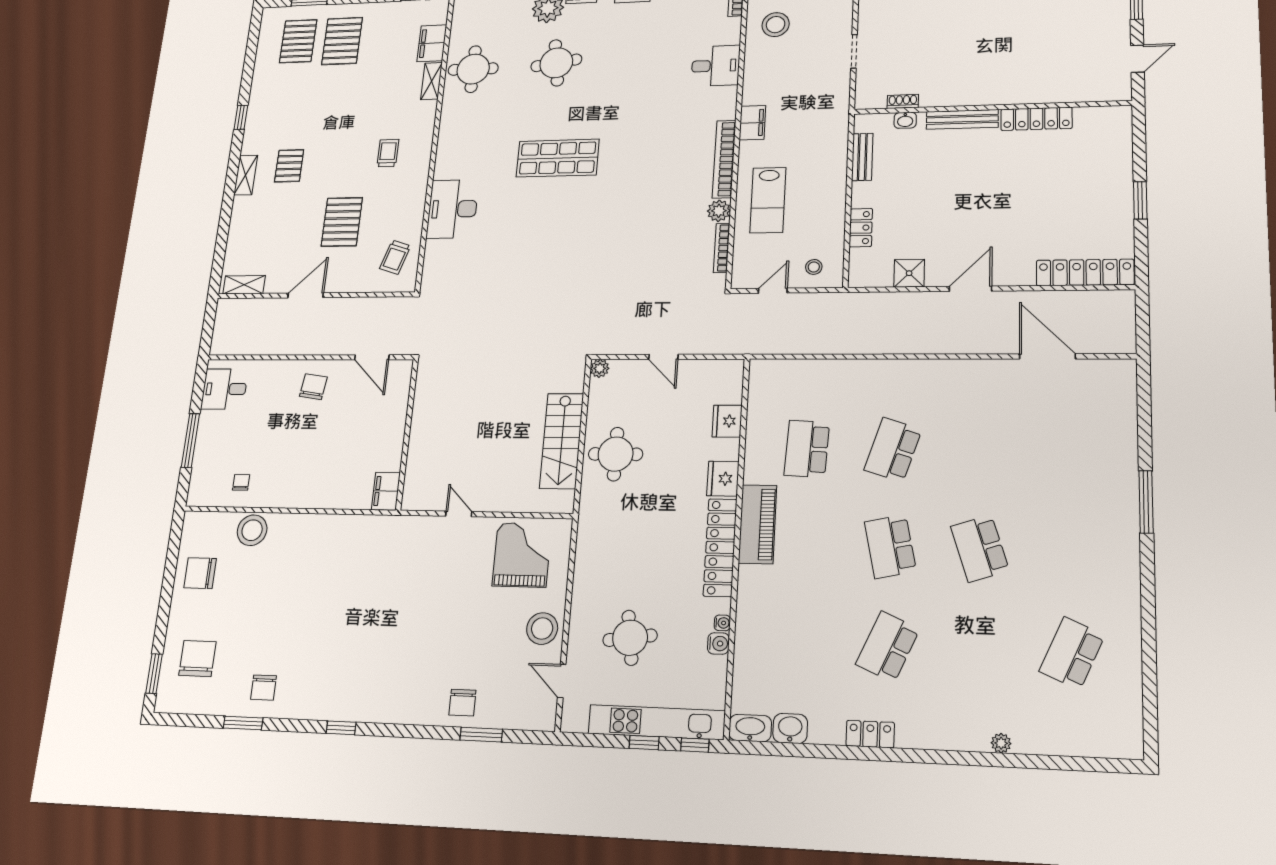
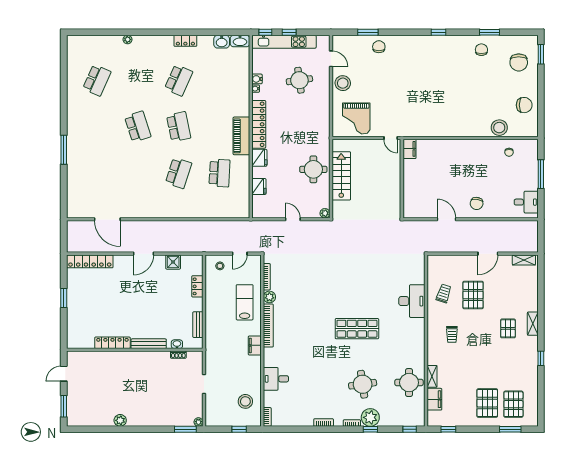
trolley: (395, 257) -> (444, 293), moved
wall: (407, 434) -> (402, 179), moved
filing cabinet: (386, 491) -> (410, 149), moved

